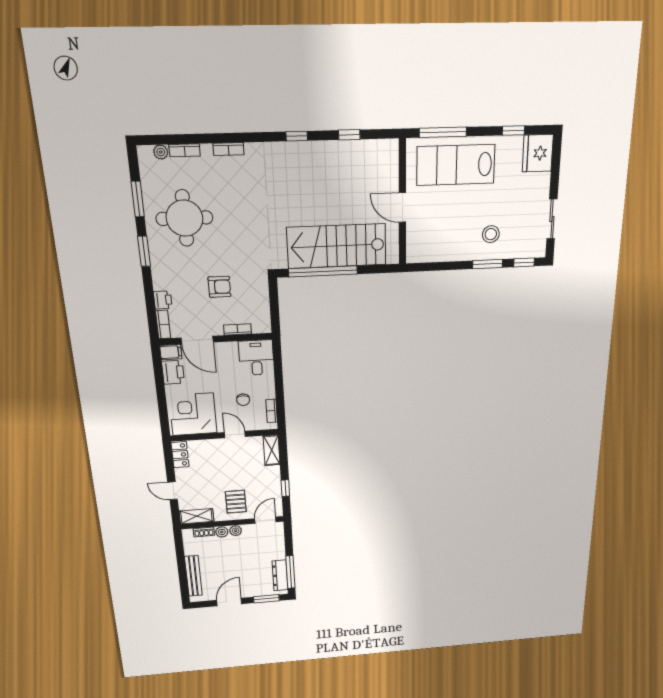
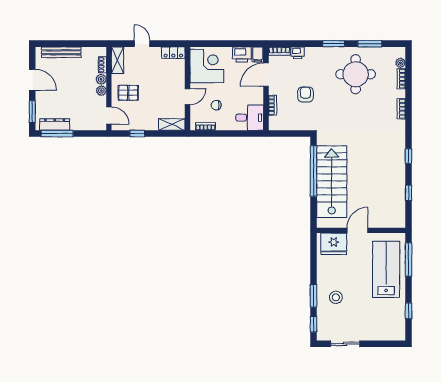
fridge: (538, 153) -> (334, 244), moved, turned 180
armchair: (219, 287) -> (305, 94), turned 180
door: (173, 491) -> (142, 44), hinge flipped

